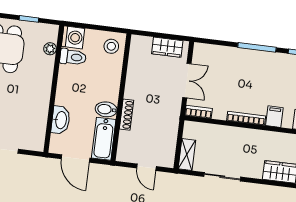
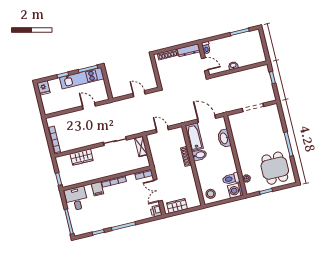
printer: (201, 51) -> (156, 211), added

